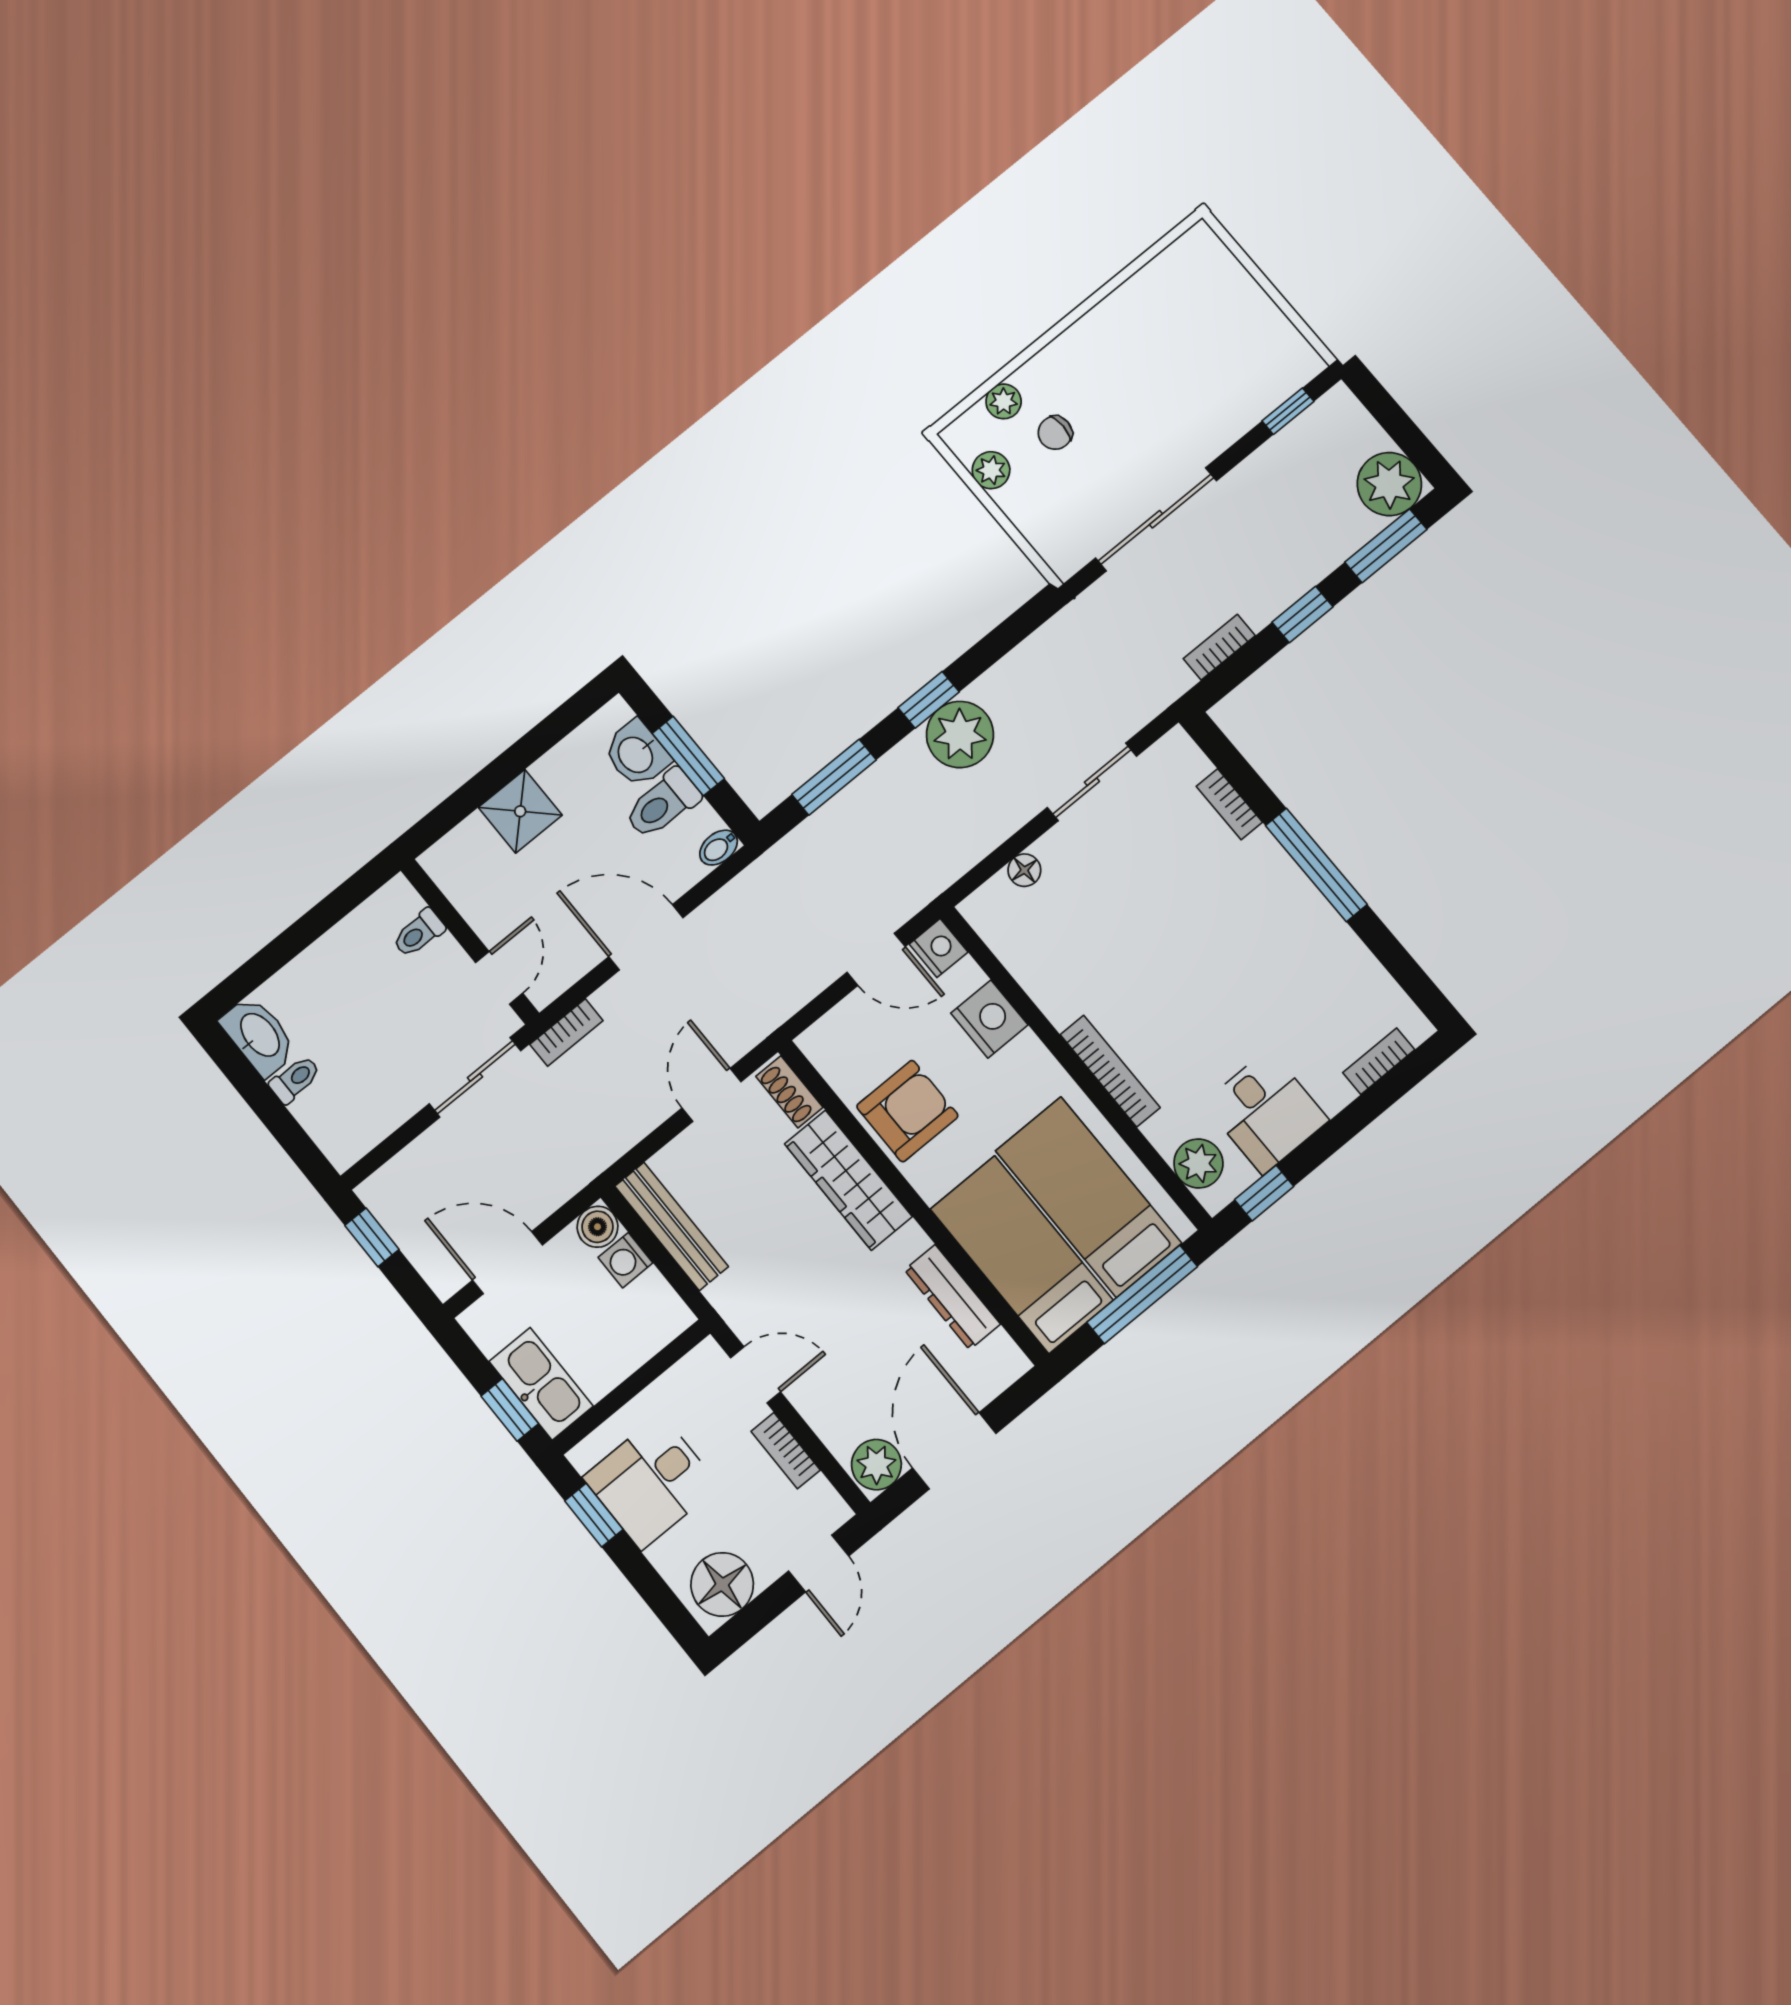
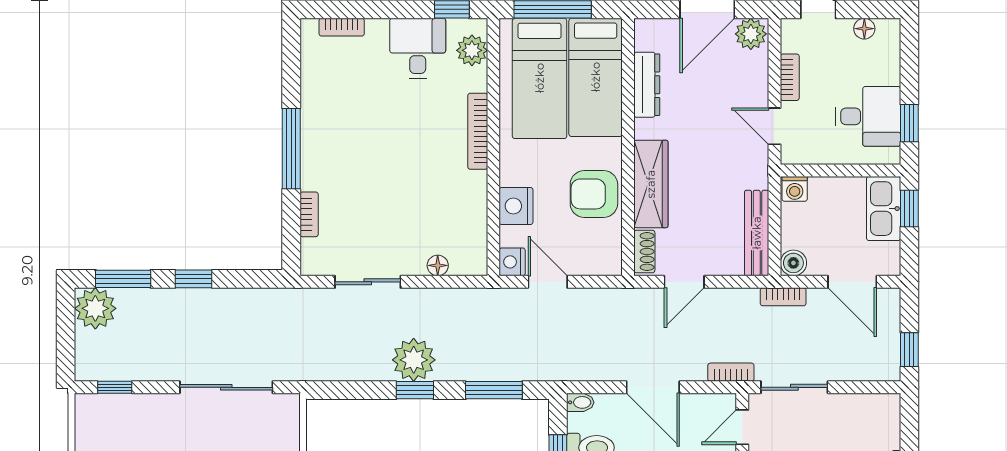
bookcase: (1219, 647) -> (783, 297), moved
washing machine: (625, 1260) -> (795, 189), moved, turned 90
floor lamp: (722, 1584) -> (864, 29), width x0.53, depth x0.53

